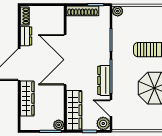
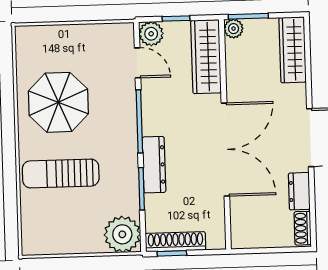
shoe rack: (82, 11) -> (175, 242), moved
plant: (118, 11) -> (122, 234), width x1.88, depth x1.88
dresser: (104, 80) -> (154, 165), moved
wardrobe: (27, 98) -> (293, 50), moved

